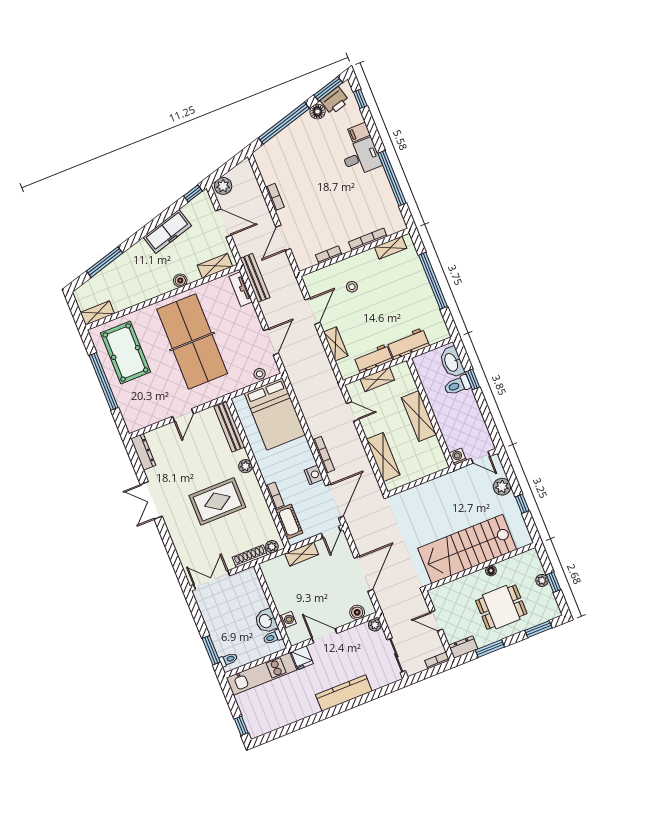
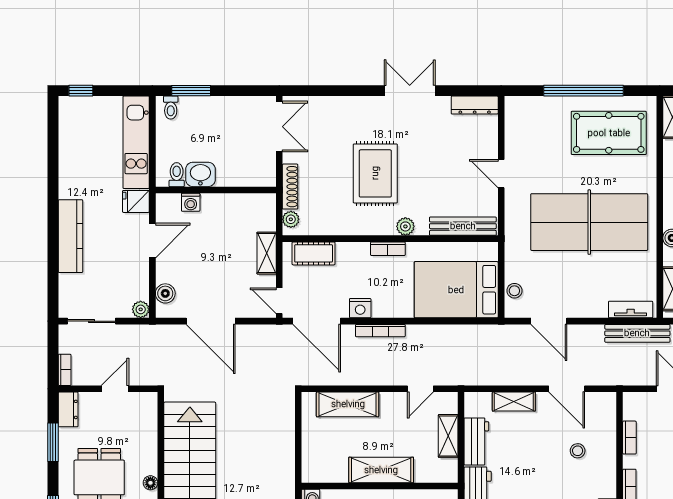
bookcase: (275, 495) -> (388, 249), moved

